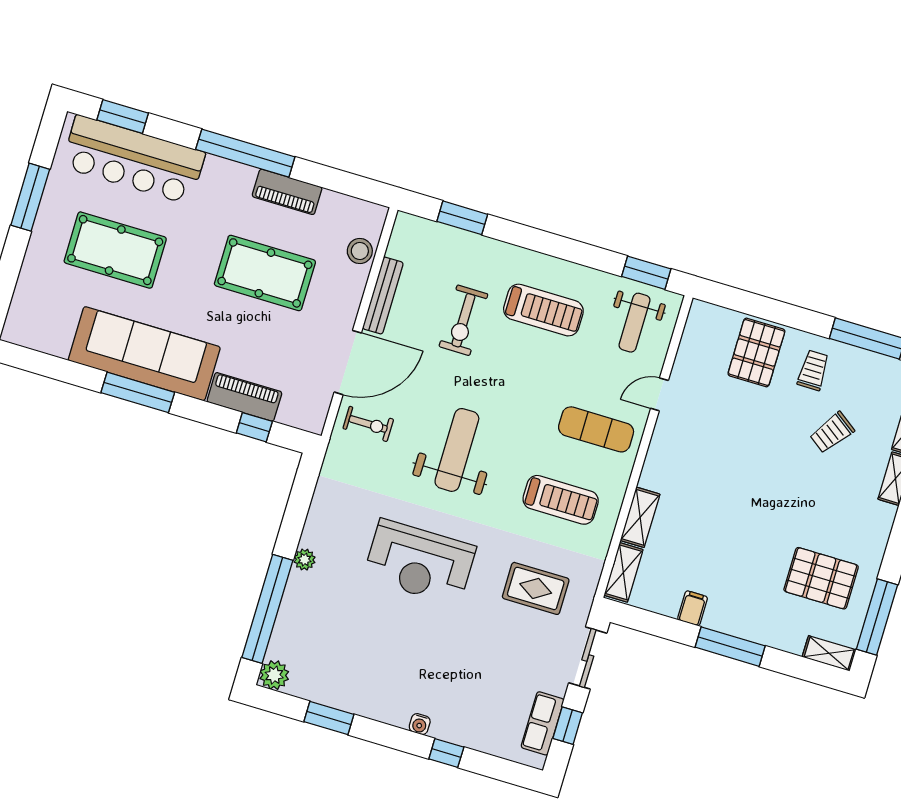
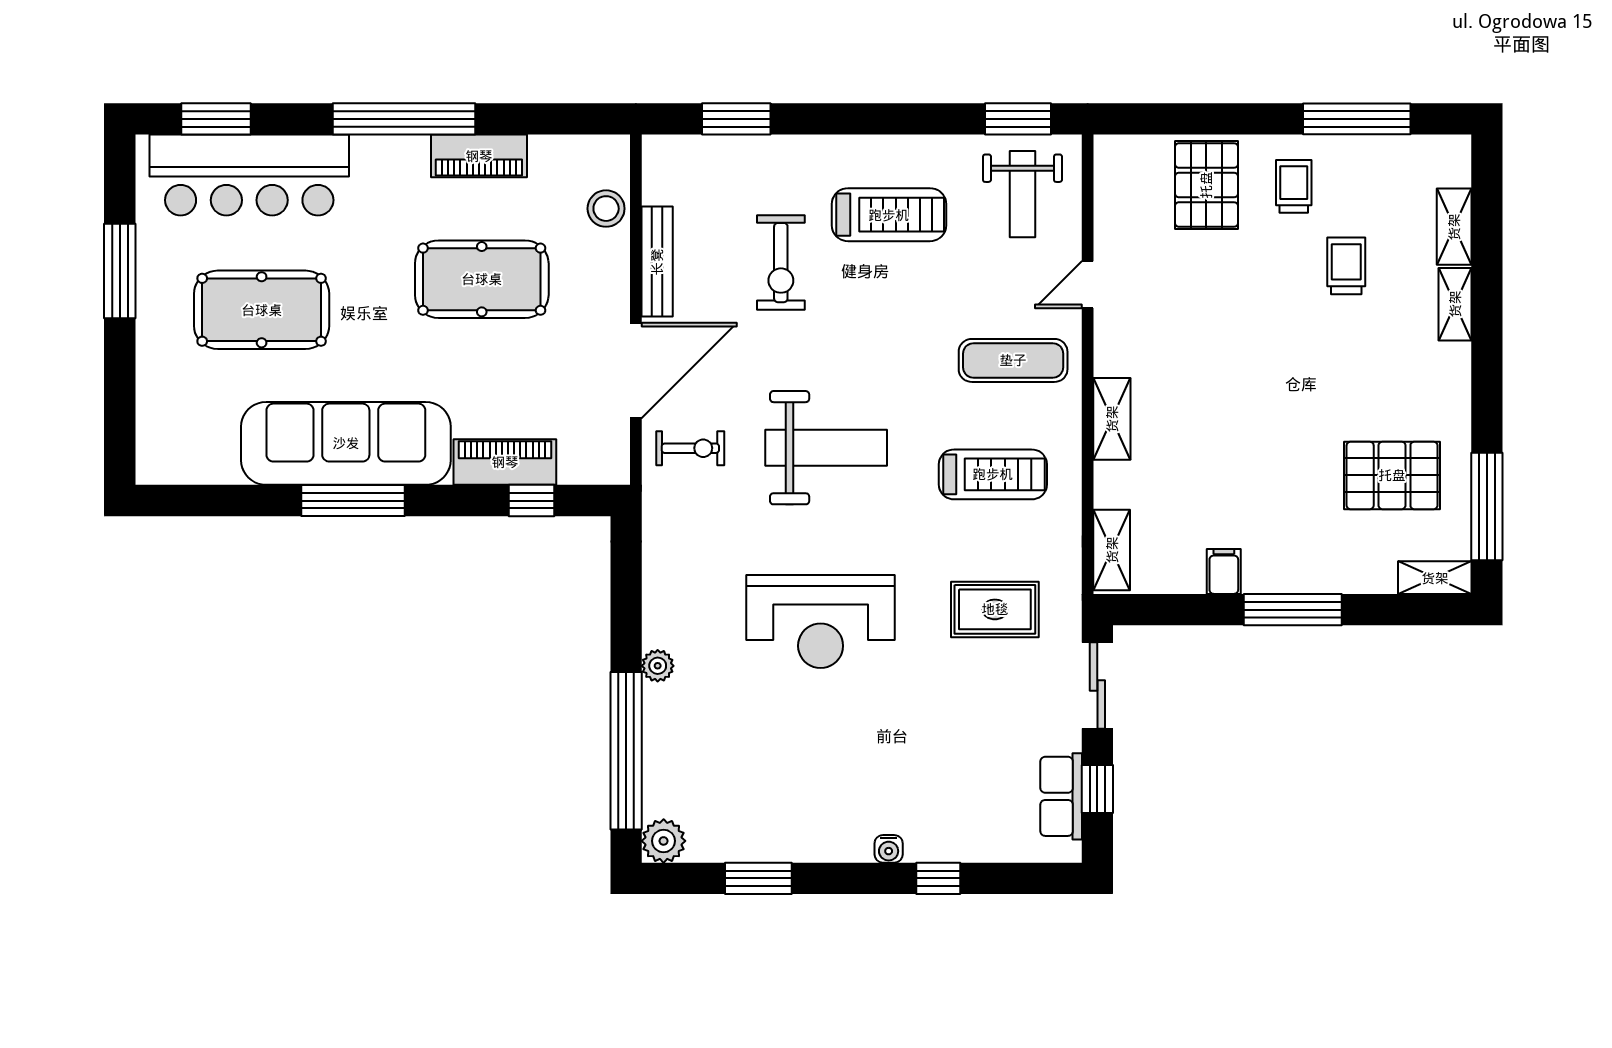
trolley: (832, 433) -> (1346, 266), turned 144
weight bench: (457, 450) -> (826, 448), turned 90
shelving: (640, 517) -> (1112, 419), moved

